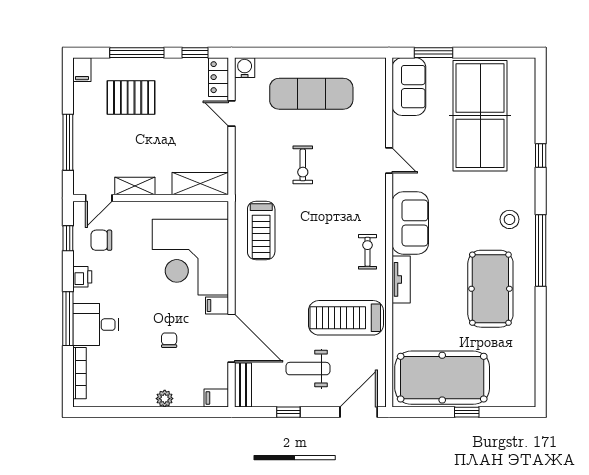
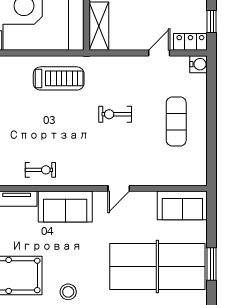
window: (434, 53) -> (212, 264), moved
exercise mat: (311, 94) -> (176, 121), width x0.73, depth x0.69
treadmill: (261, 231) -> (59, 78), turned 180

